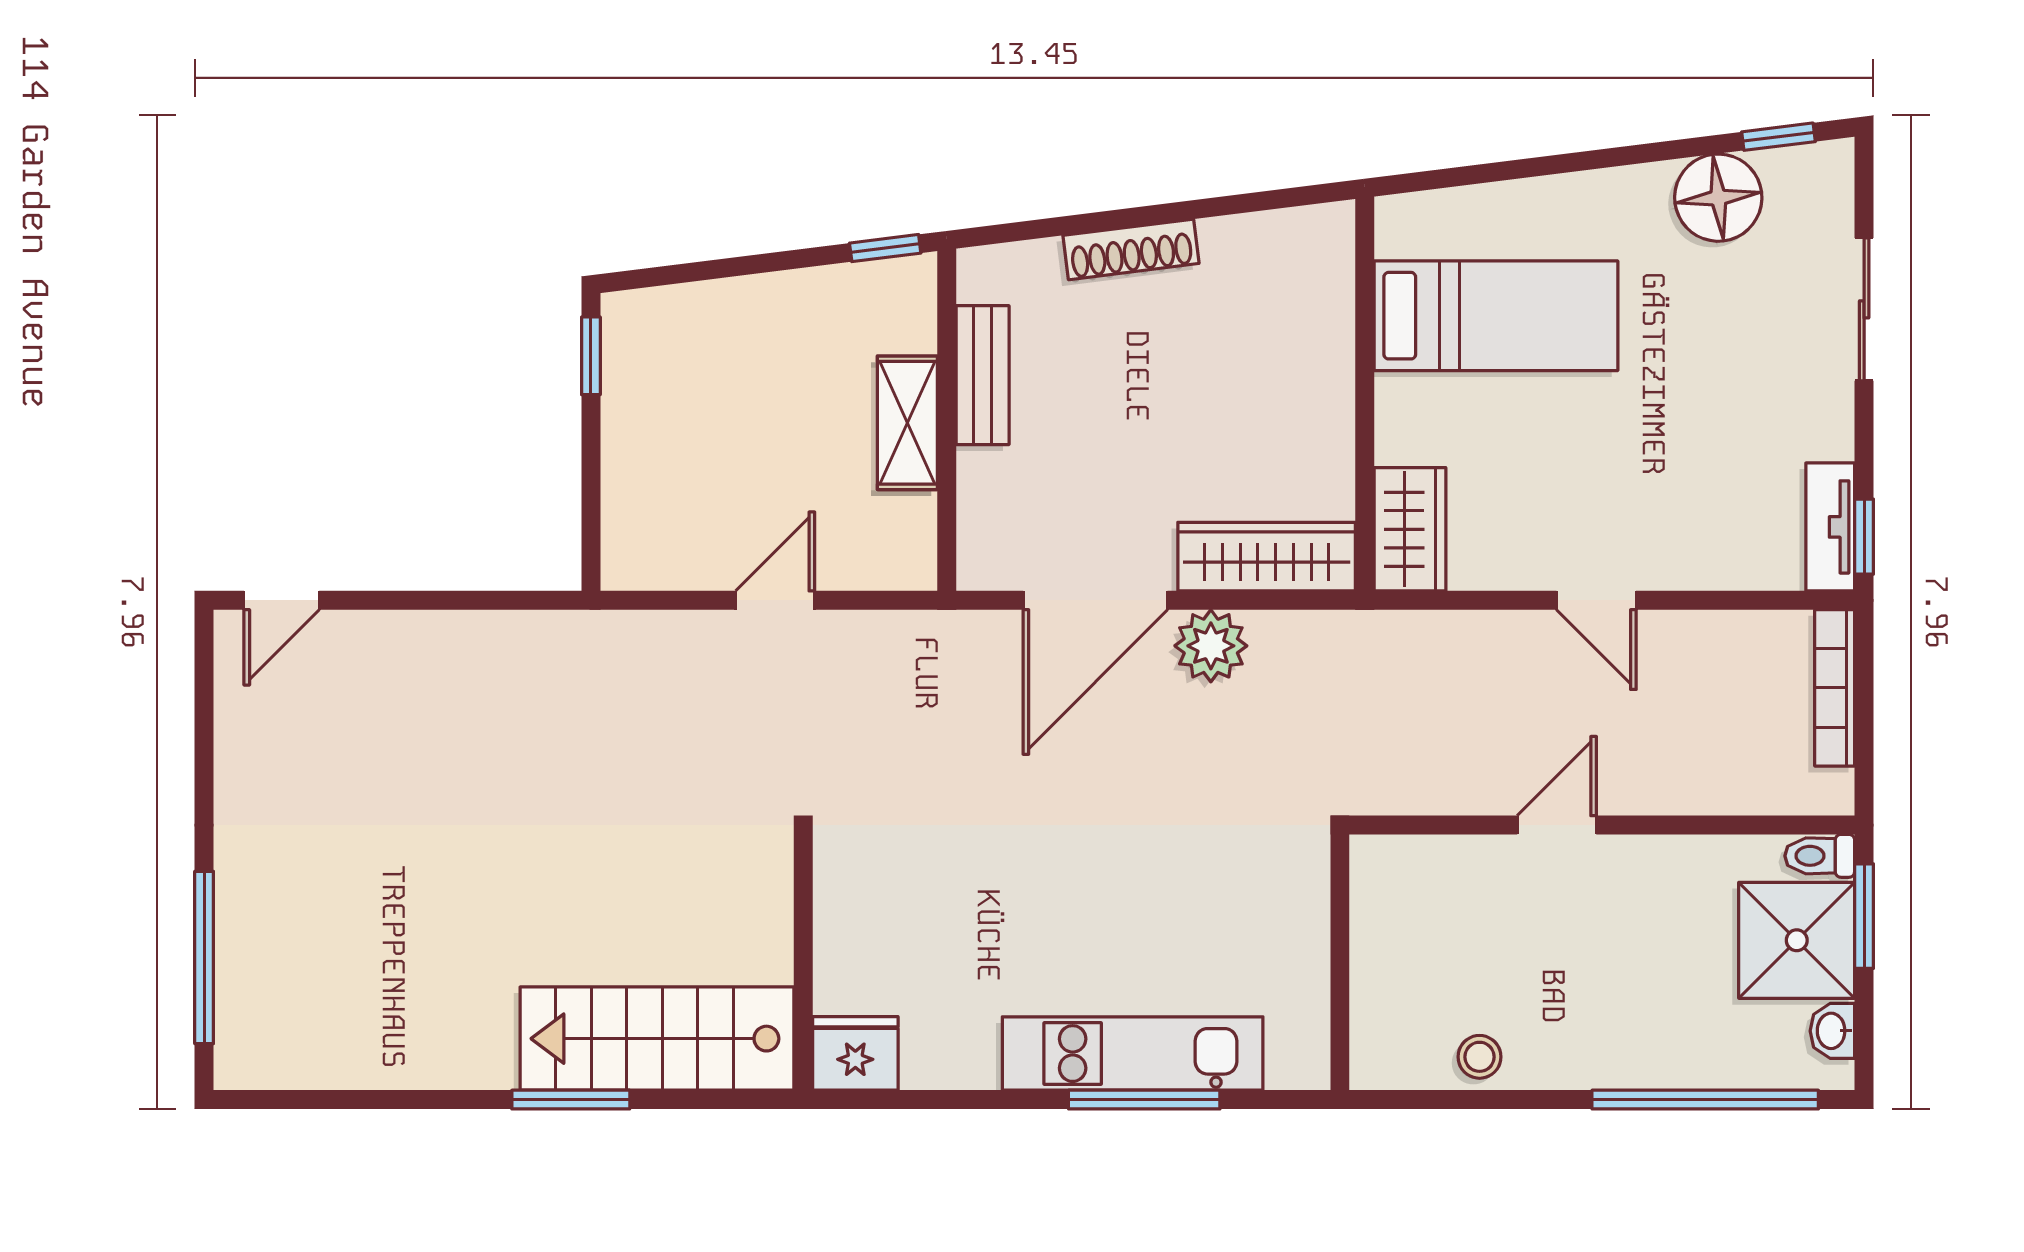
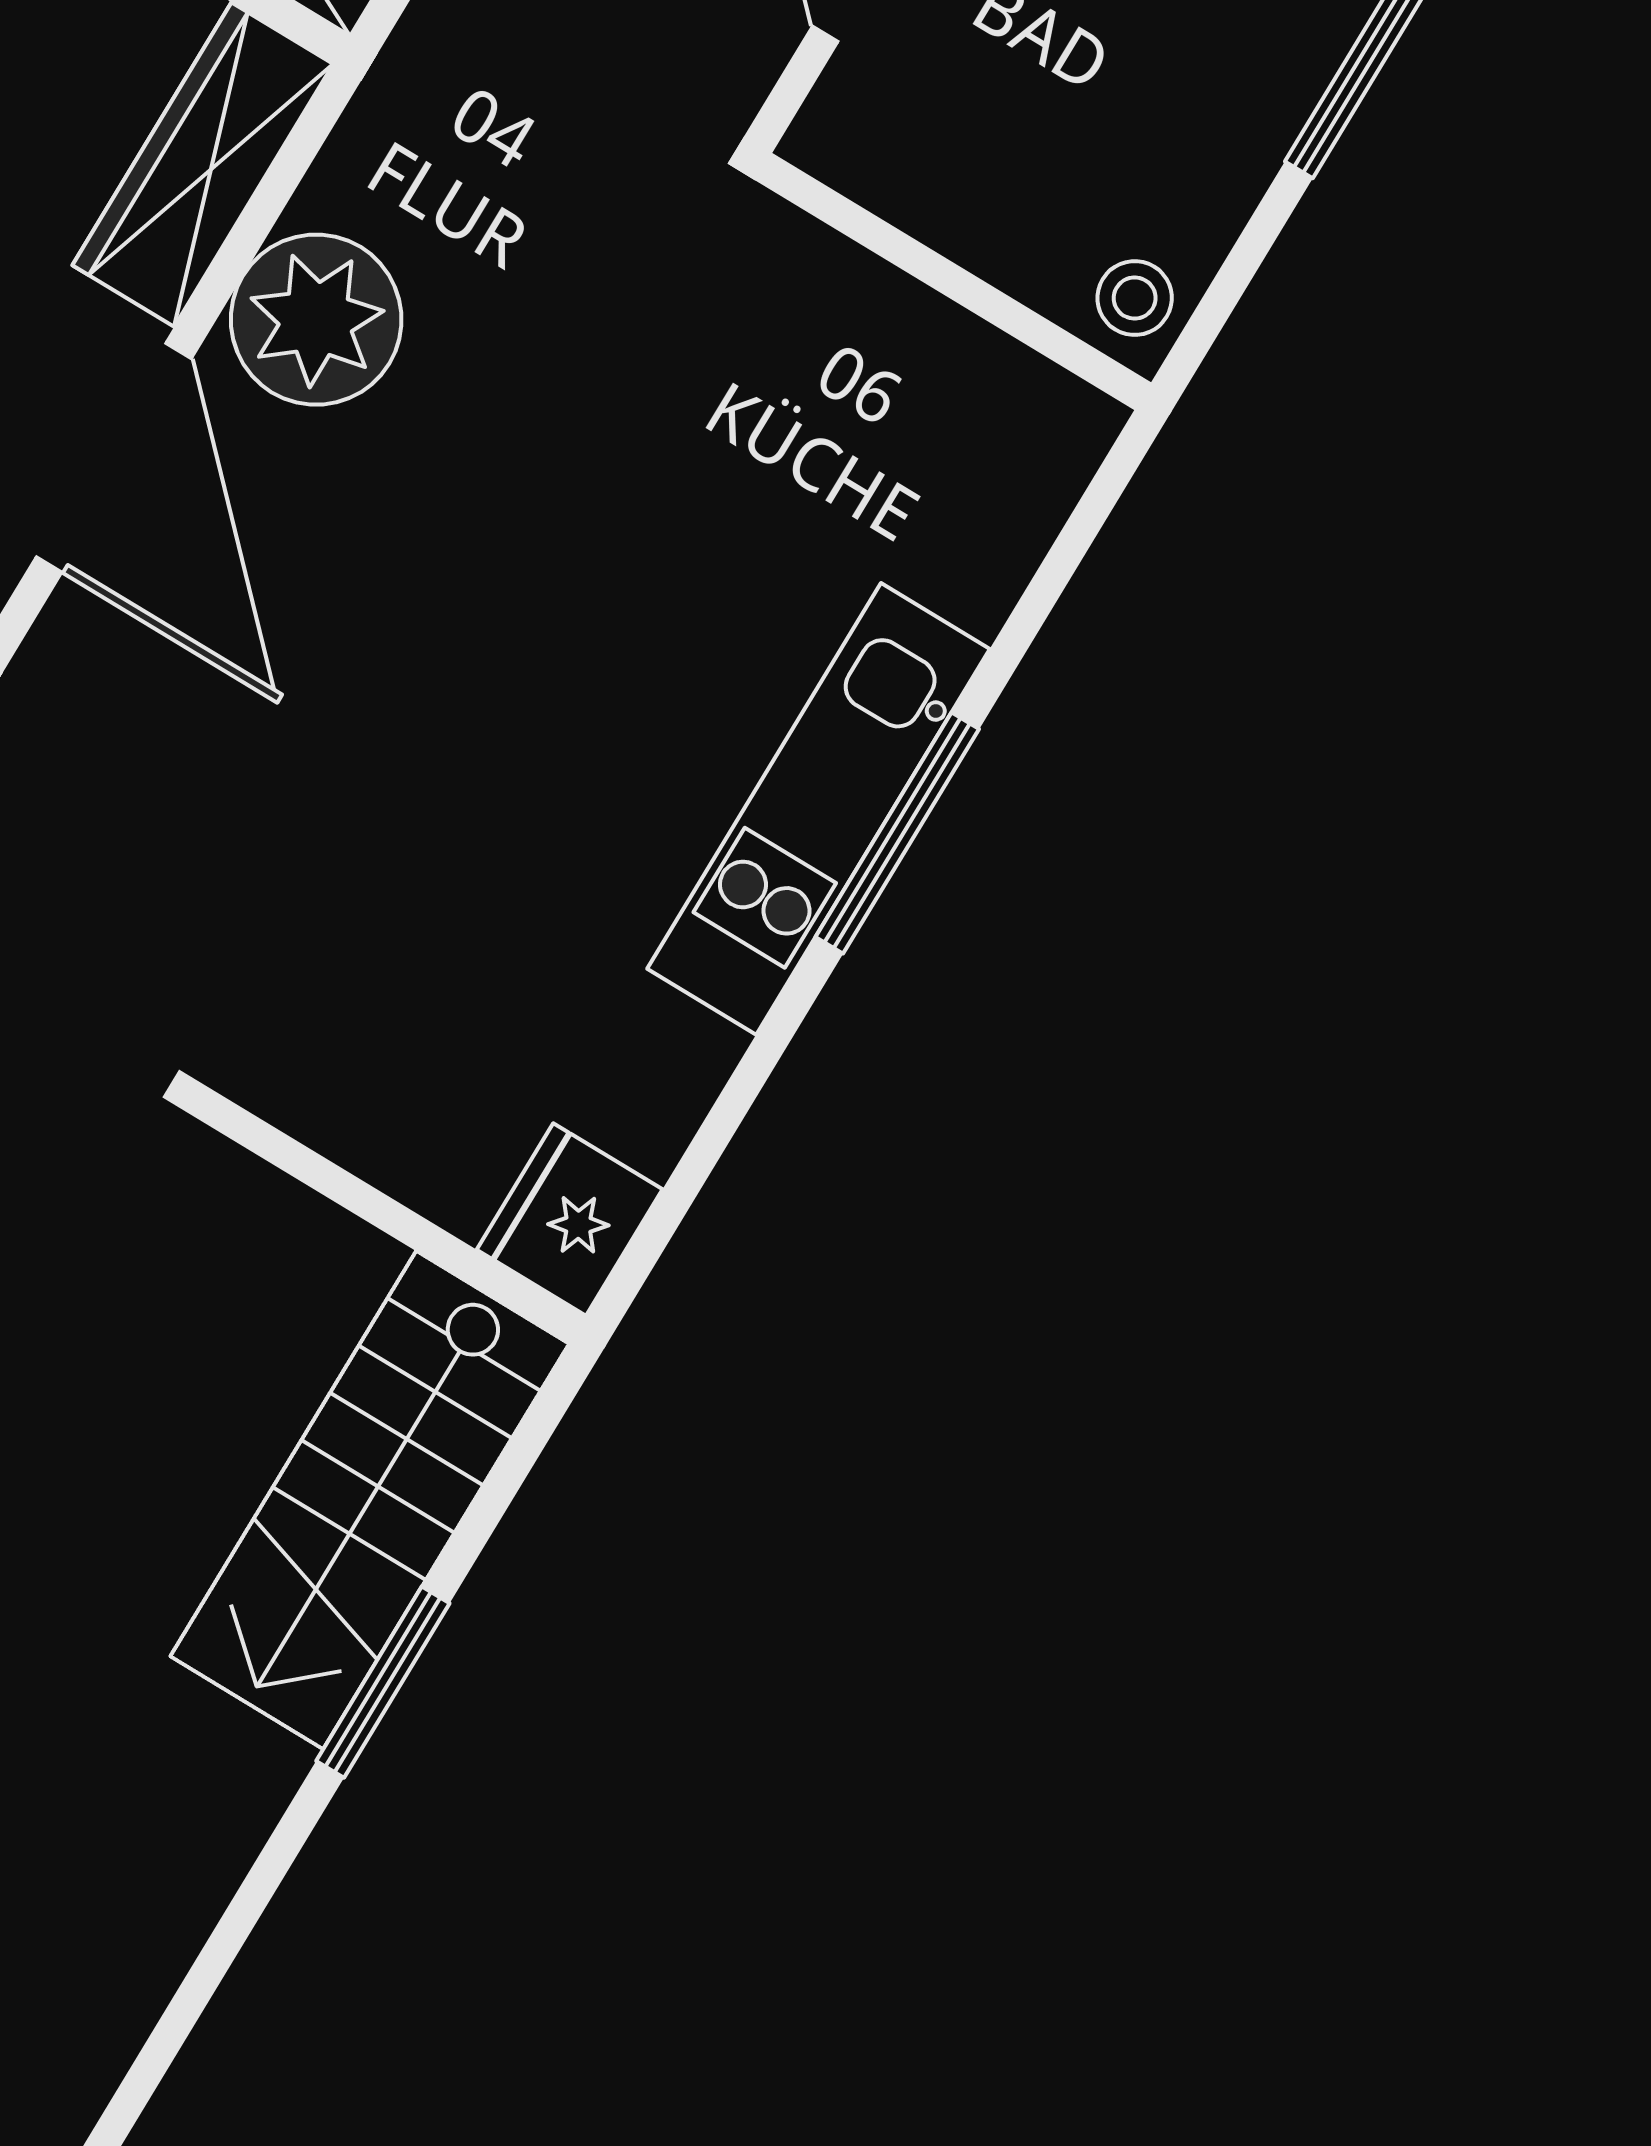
plant: (1211, 646) -> (316, 320), width x1.36, depth x1.36
wall: (1340, 962) -> (953, 281), moved

